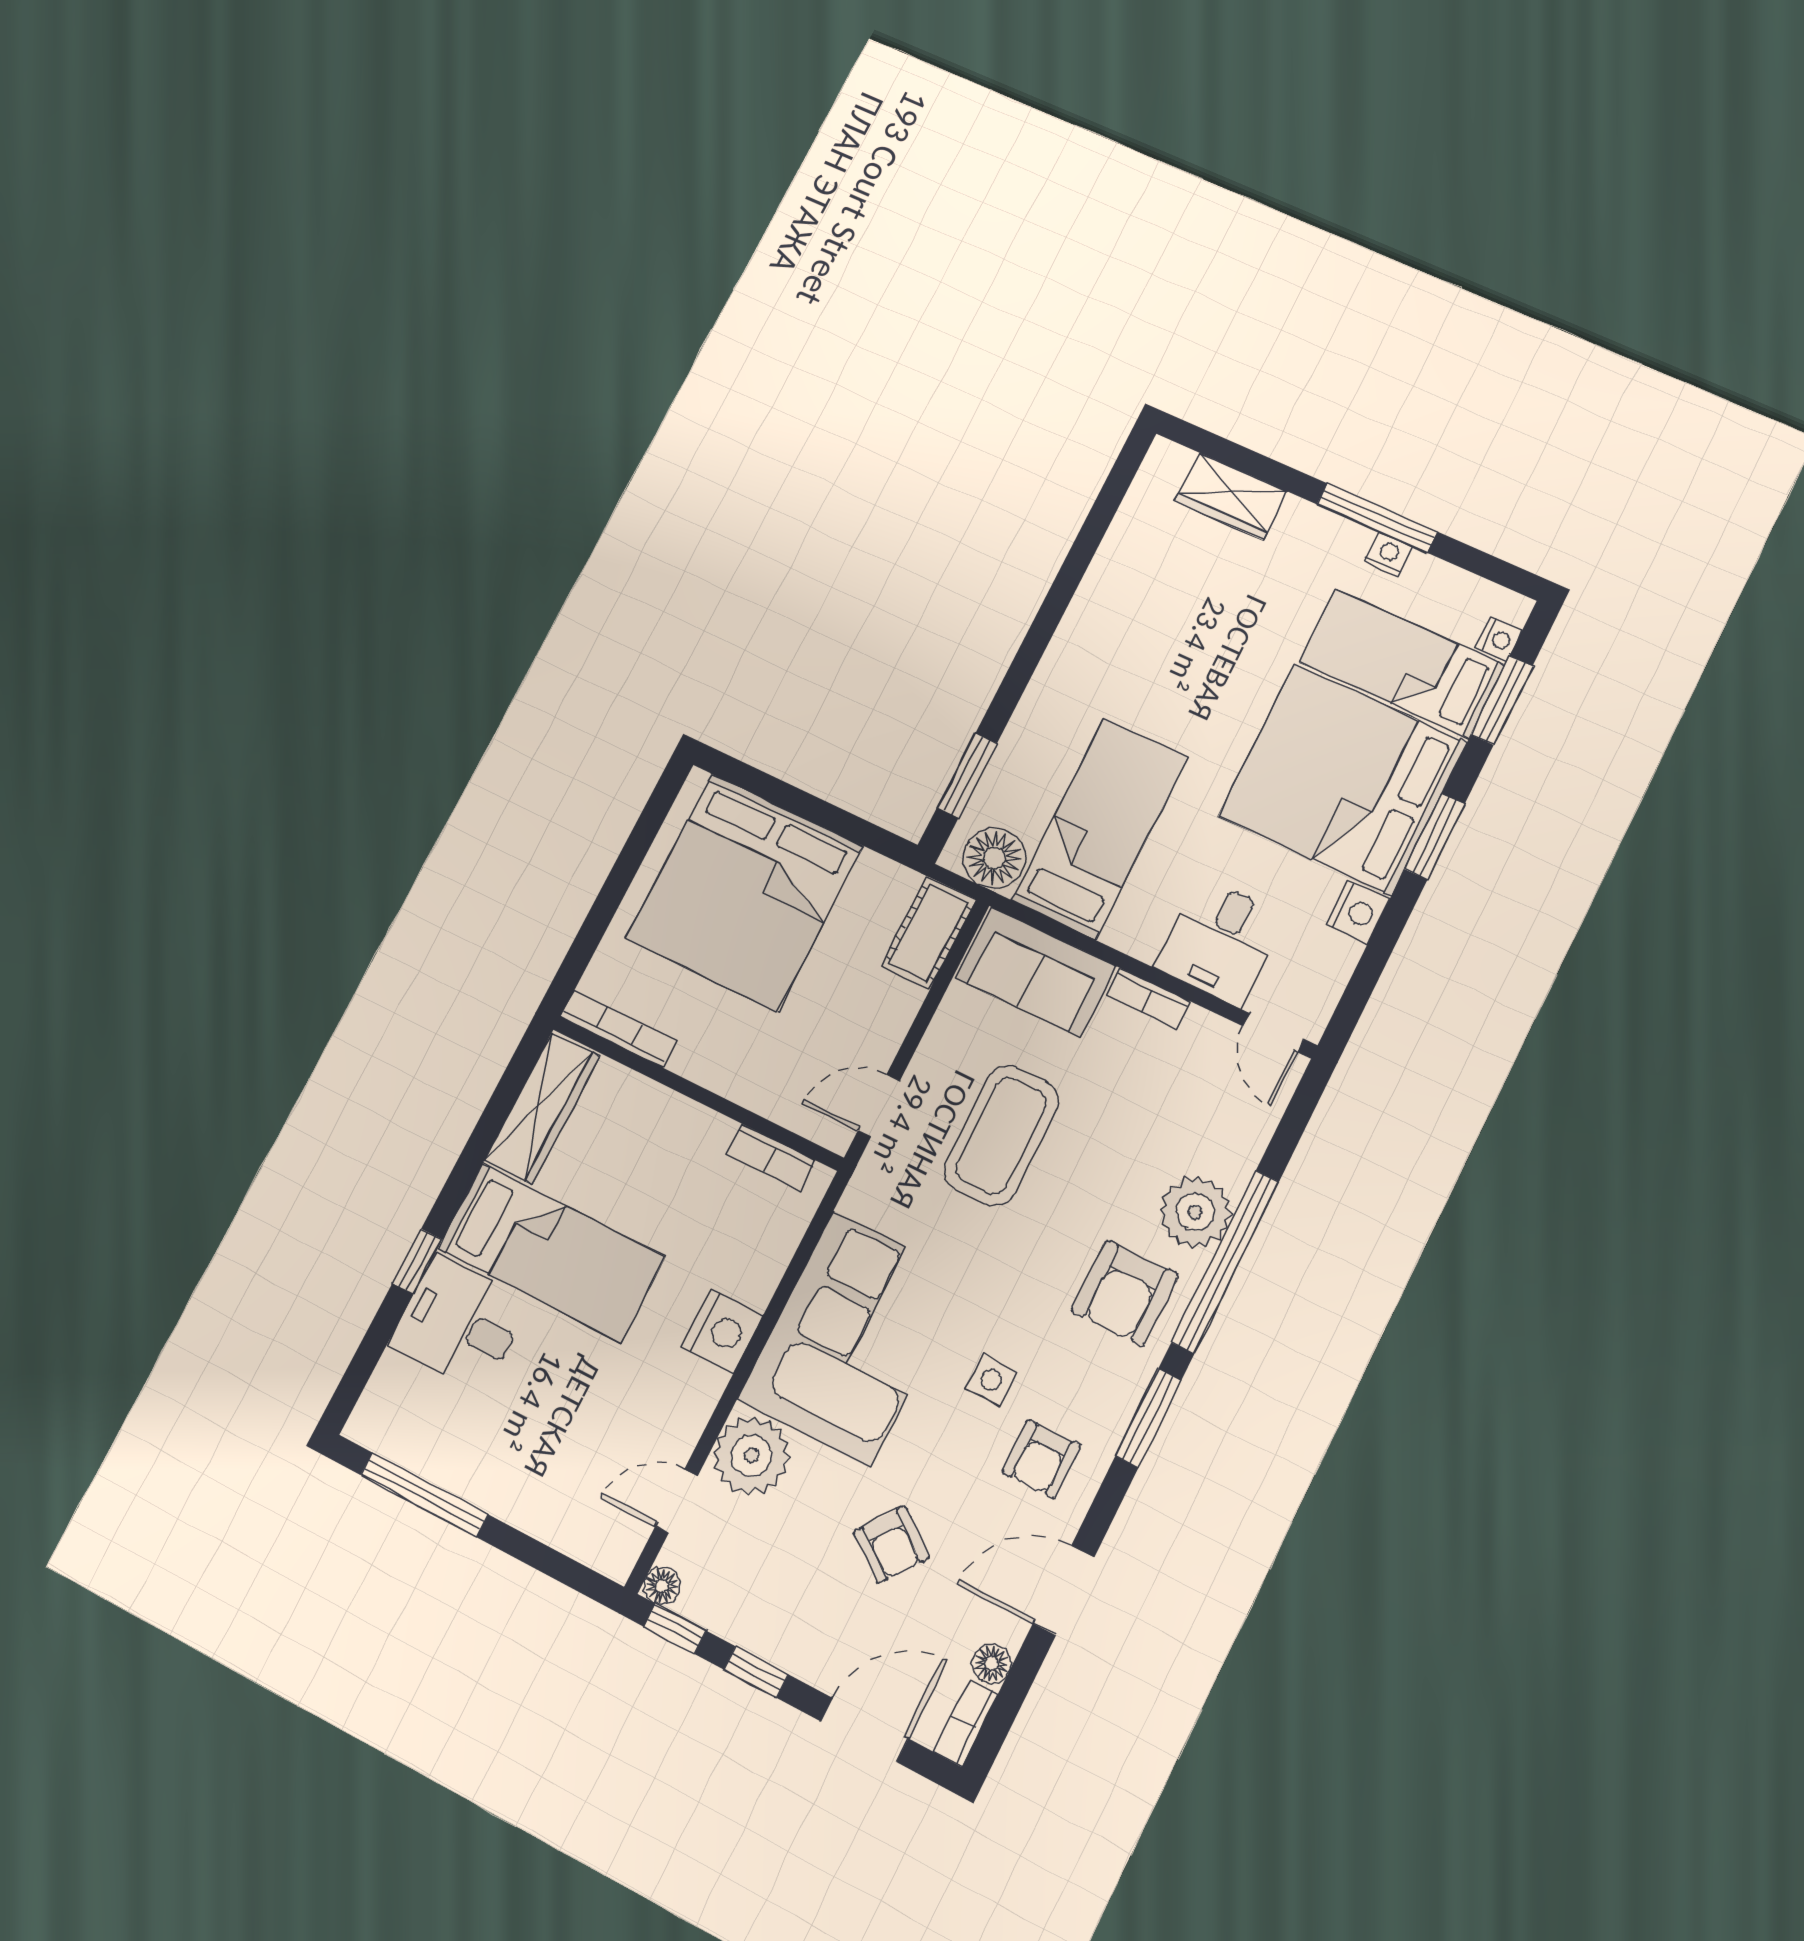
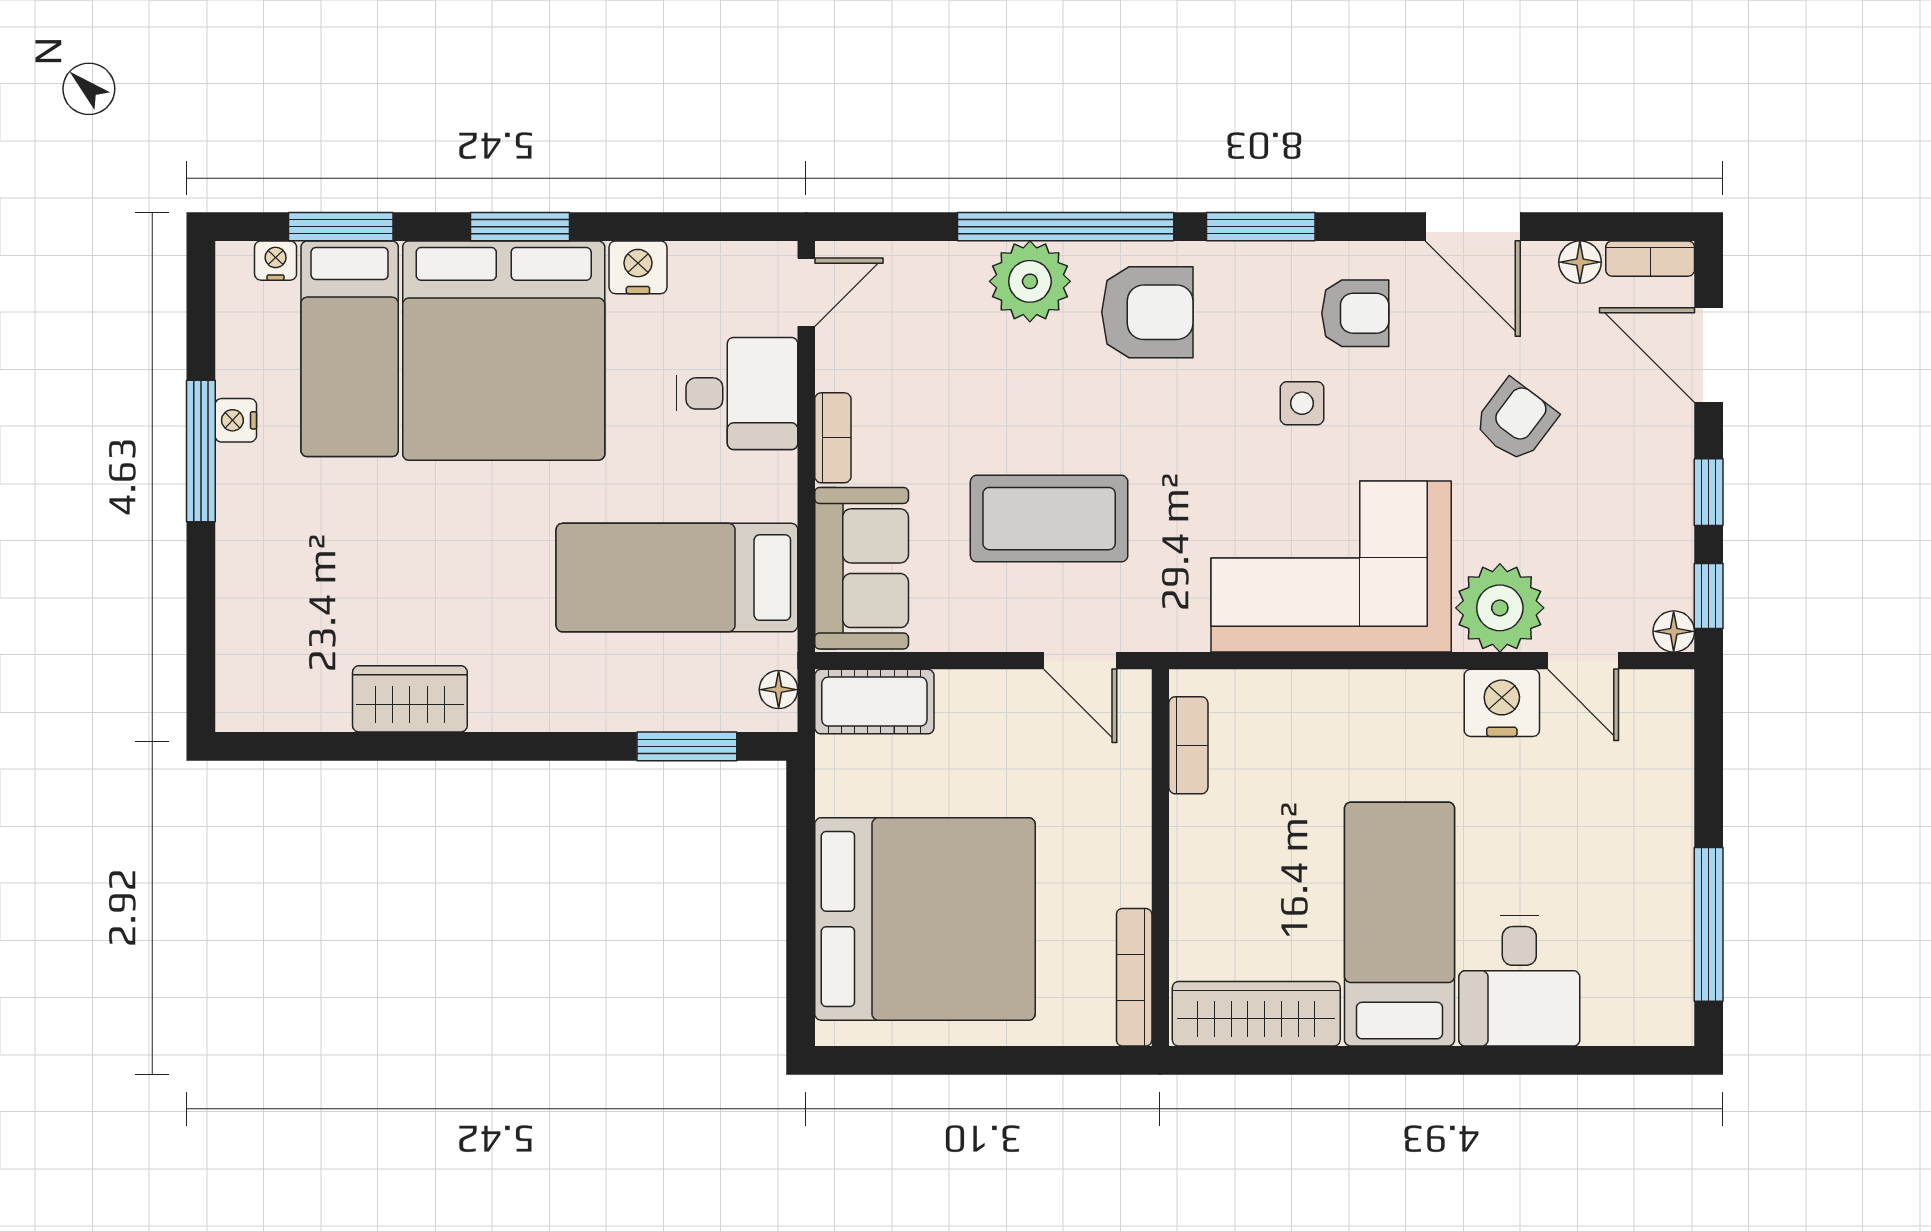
wardrobe: (1231, 496) -> (410, 699), moved, turned -90
floor lamp: (994, 858) -> (779, 690), width x0.53, depth x0.53
window: (417, 1262) -> (1479, 1060), removed
nightstand: (723, 1331) -> (1502, 703), moved

